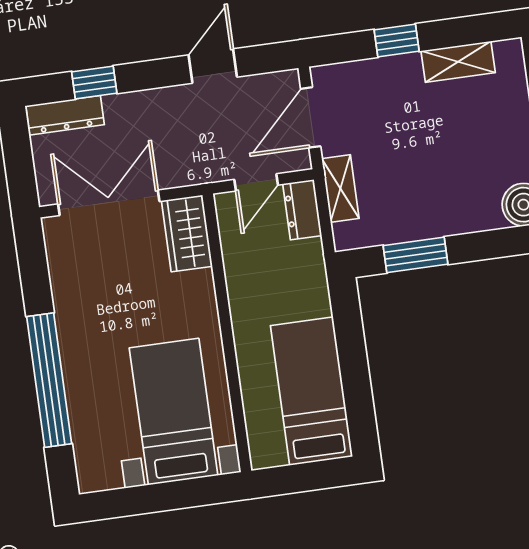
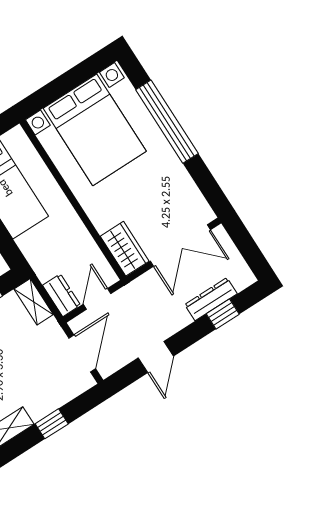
dresser: (65, 115) -> (211, 299), moved
shelving: (340, 188) -> (34, 302), moved
bed with nightstands: (174, 412) -> (95, 130), width x1.36

